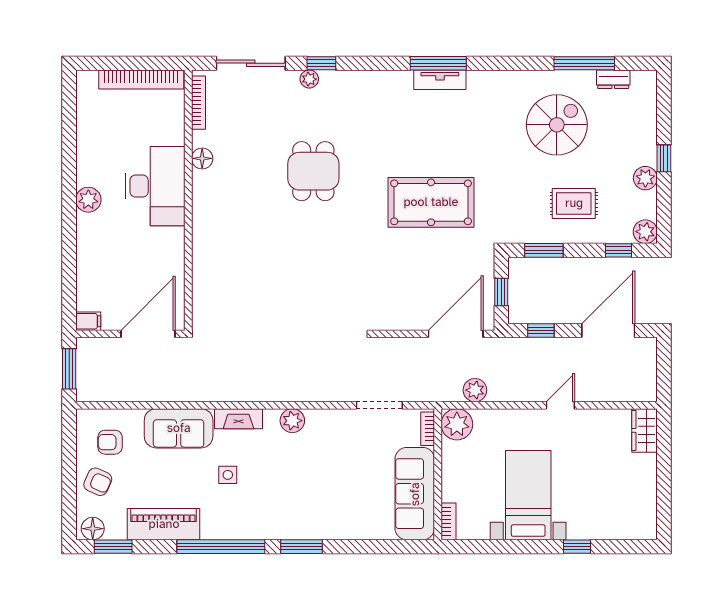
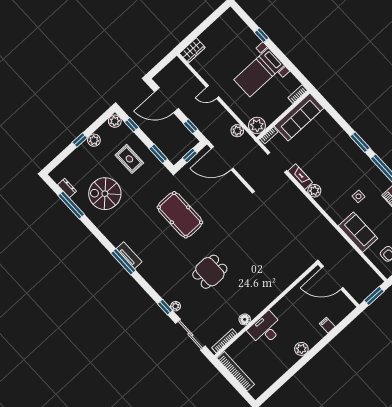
desk: (155, 186) -> (266, 329), width x0.73, depth x0.77
filing cabinet: (88, 321) -> (327, 325), moved
fireplace: (238, 419) -> (300, 177), moved

